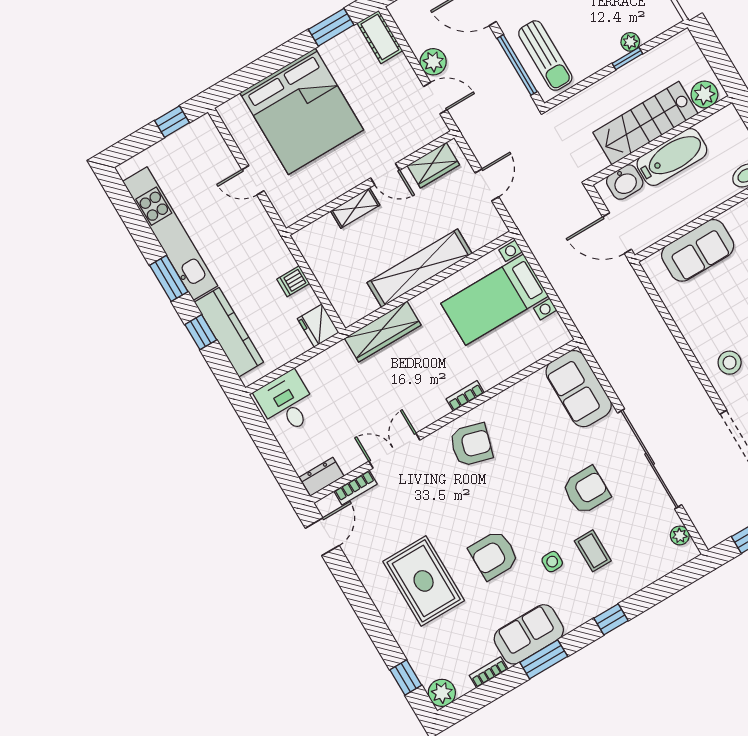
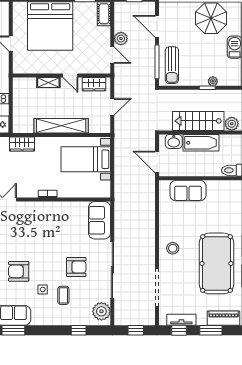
wardrobe: (383, 332) -> (22, 144), width x0.67
armchair: (471, 445) -> (38, 217), removed
plant: (680, 535) -> (101, 311), width x1.88, depth x1.88
window: (611, 619) -> (79, 330), moved

